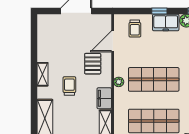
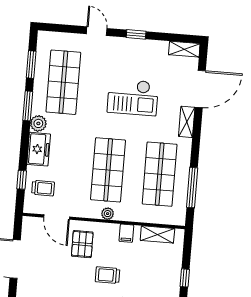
window: (159, 11) -> (22, 180), moved
pallet: (93, 64) -> (82, 244), turned 90
filing cabinet: (104, 98) -> (126, 233), width x0.50

